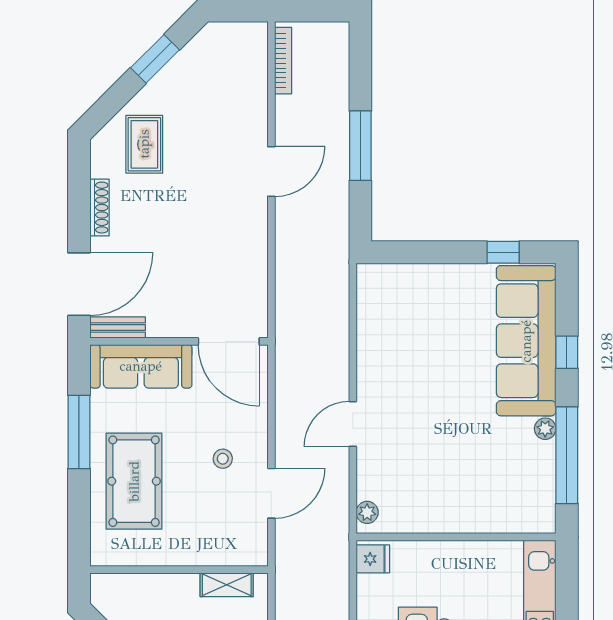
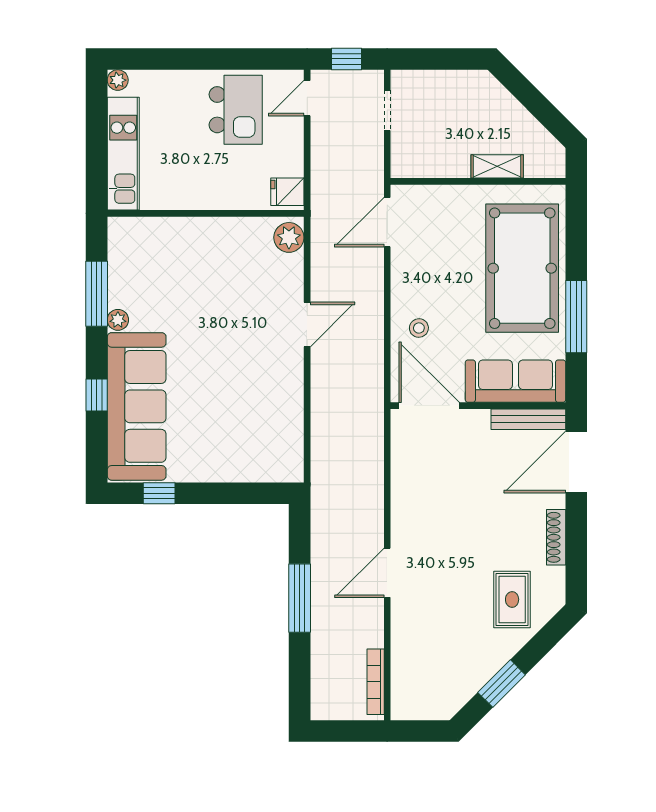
bench: (118, 328) -> (528, 419), width x1.36
window: (567, 455) -> (97, 294), width x0.68
stool: (223, 459) -> (419, 328), moved
pool table: (134, 481) -> (522, 268), width x1.36, depth x1.32
door: (271, 493) -> (387, 222), moved
plant: (367, 512) -> (289, 237), width x1.38, depth x1.38
shelving: (227, 585) -> (497, 166), moved

